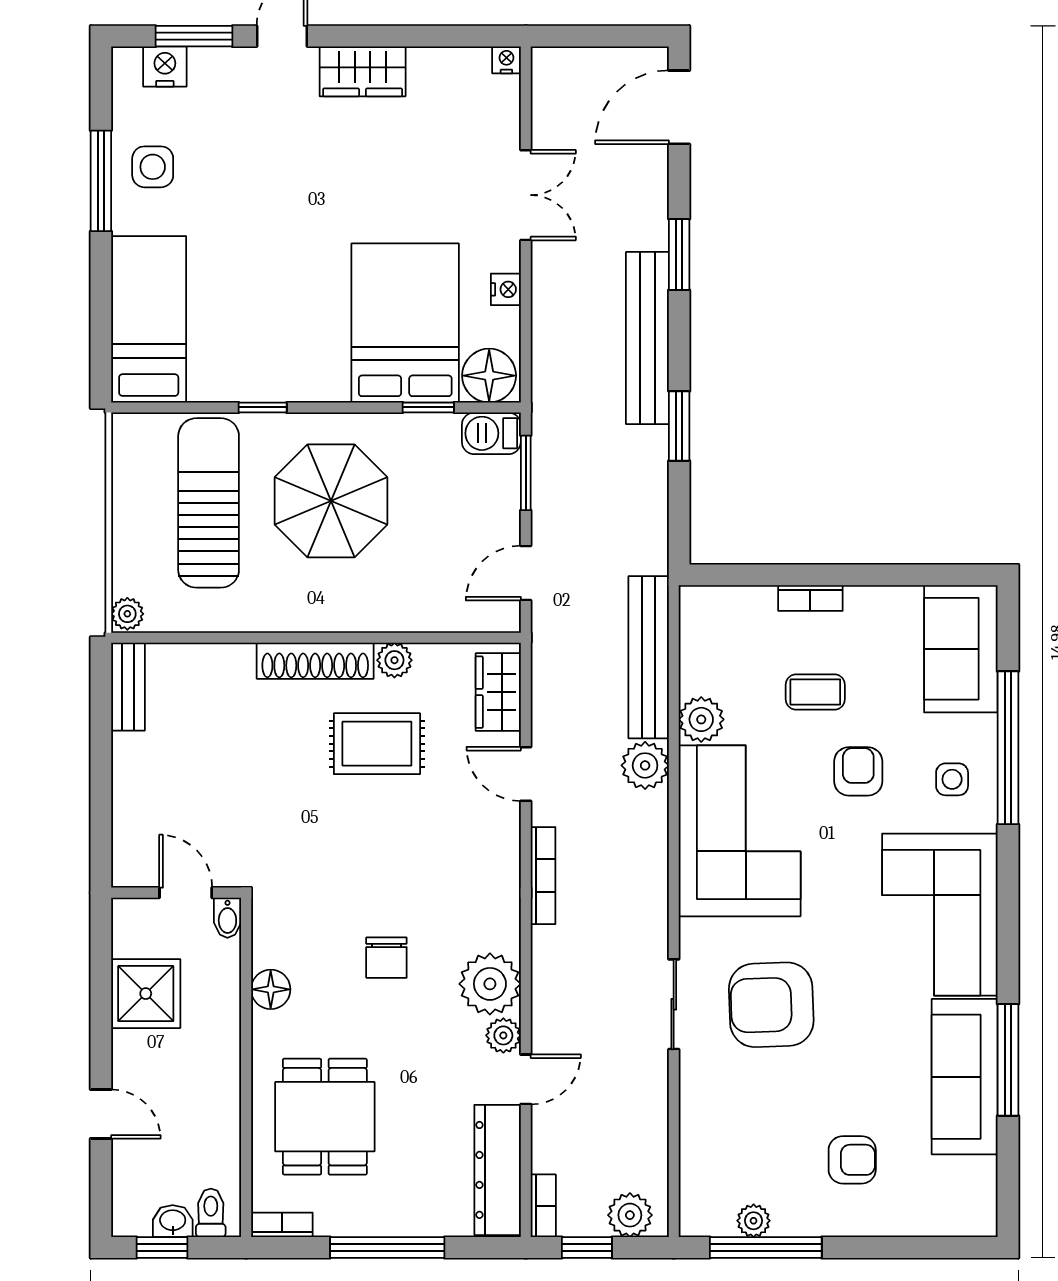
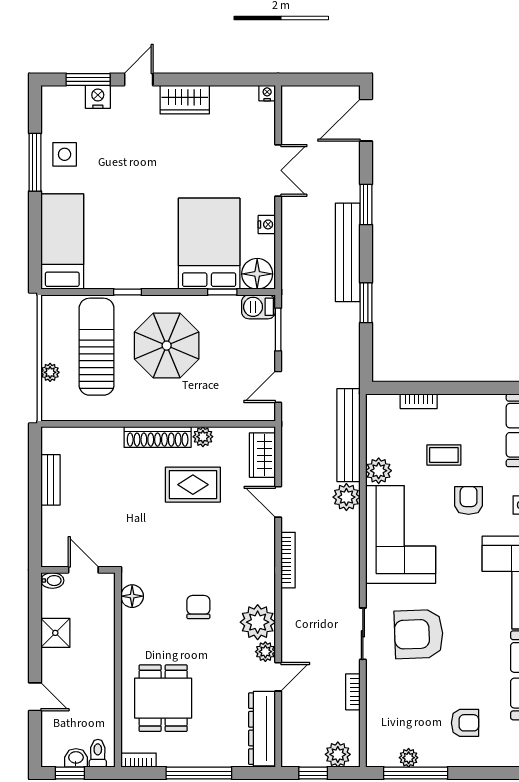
nightstand: (165, 66) -> (98, 97), moved
bookcase: (810, 598) -> (419, 401), moved
plant: (127, 614) -> (50, 372), moved
bench: (128, 687) -> (50, 480), moved
bidet: (227, 918) -> (52, 581), moved, turned -90
chair: (386, 958) -> (198, 607), turned 180
floor lamp: (271, 989) -> (132, 596), moved
shower: (146, 994) -> (55, 633), width x0.73, depth x0.73
bookcase: (543, 1206) -> (353, 692), moved, turned 180

